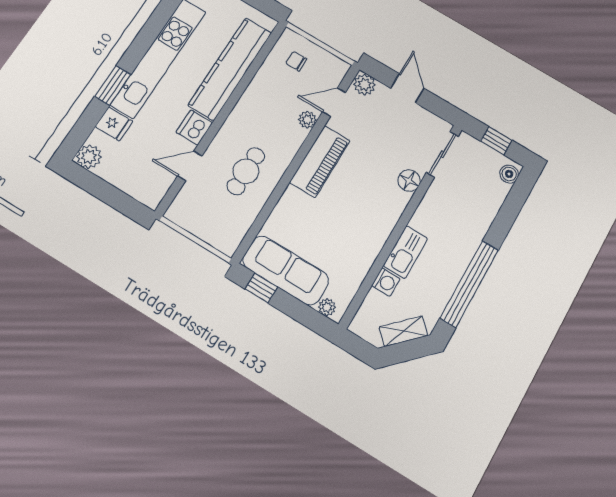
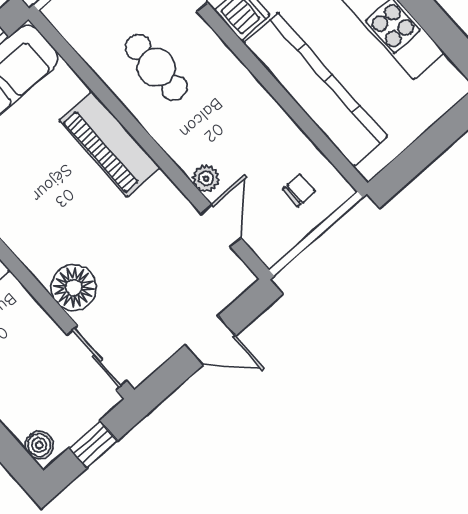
plant: (365, 85) -> (234, 279), removed
piano: (320, 161) -> (110, 144), moved
floor lamp: (409, 181) -> (74, 288), width x1.38, depth x1.38

